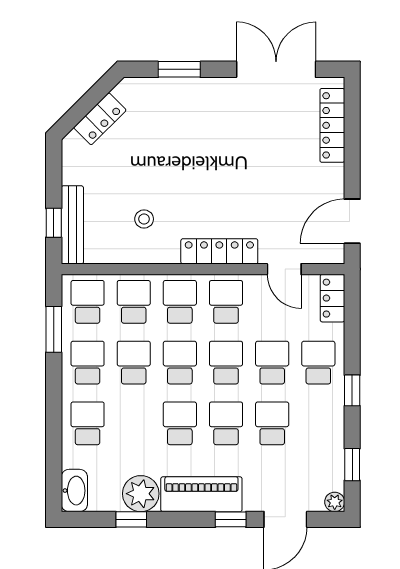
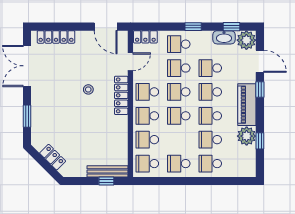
stool: (144, 219) -> (88, 89), moved
window: (54, 329) -> (162, 181), removed
school desk: (134, 363) -> (210, 140), moved
washbasin: (74, 491) -> (224, 37), moved, turned 180
plant: (335, 502) -> (246, 40), width x1.88, depth x1.88

